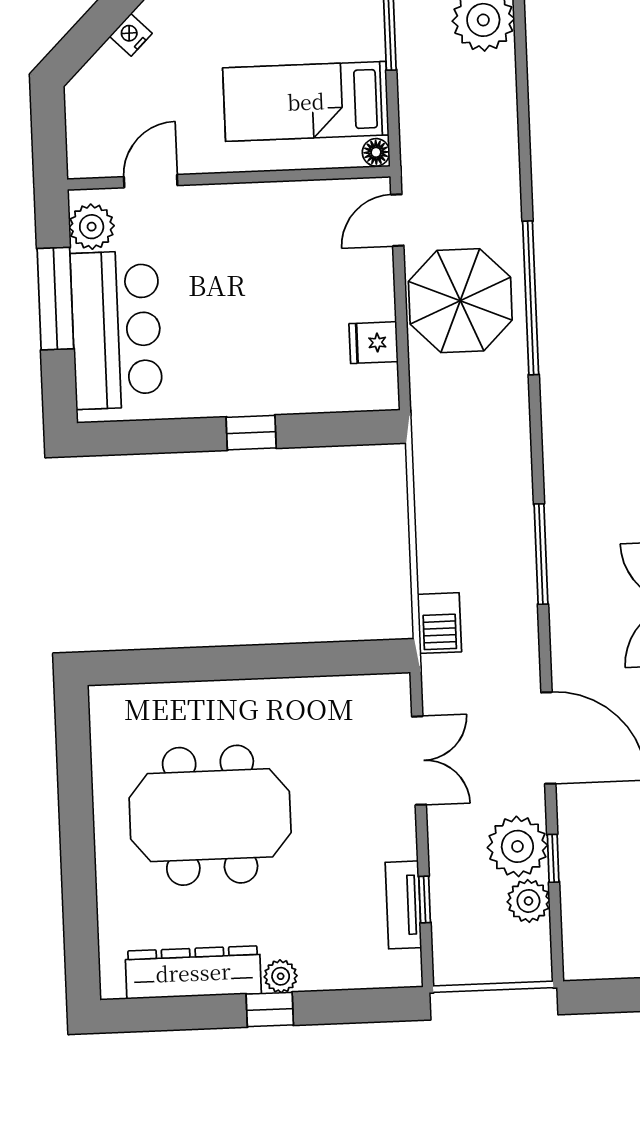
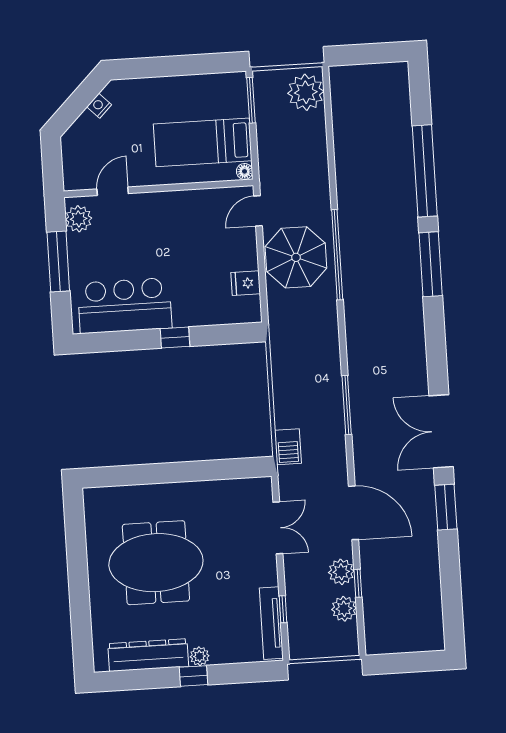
bar counter: (116, 330) -> (125, 306), moved, turned -90
plant: (517, 846) -> (341, 572), width x0.73, depth x0.73
tv unit: (403, 905) -> (271, 623), width x1.41

